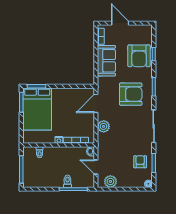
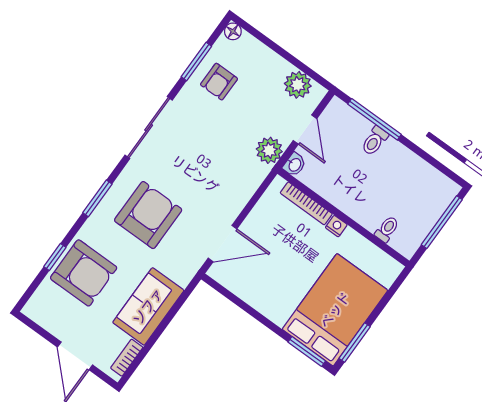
armchair: (139, 56) -> (84, 273), turned 90
armchair: (131, 94) -> (148, 215), turned 90
plant: (104, 126) -> (269, 150), moved

